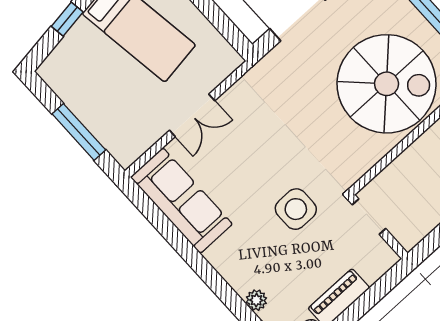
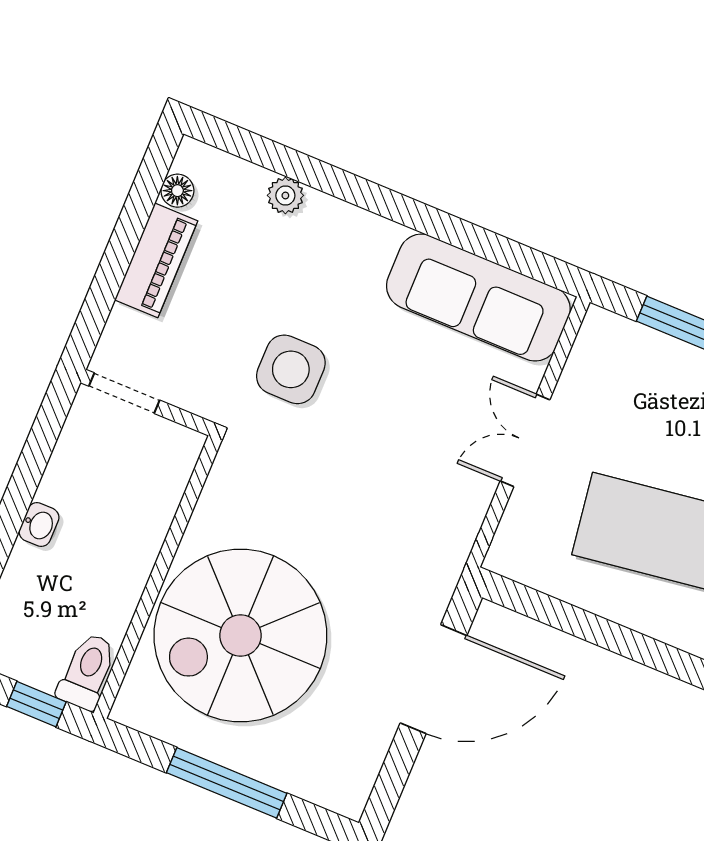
doorway: (369, 217) -> (124, 393), moved

